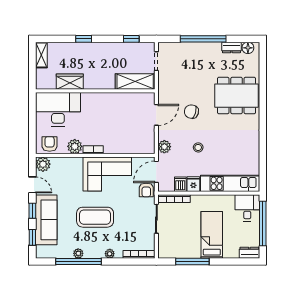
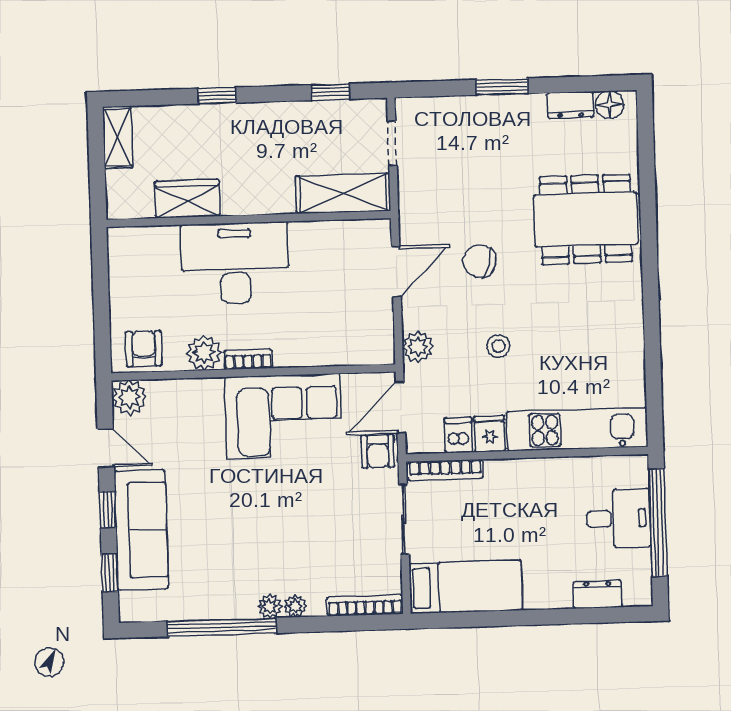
window: (203, 39) -> (502, 87), width x0.47
desk: (58, 109) -> (235, 263), moved
desk: (247, 208) -> (619, 518), moved, turned 90
coffee table: (95, 217) -> (258, 520), removed
bed: (212, 235) -> (466, 587), moved, turned 90
plant: (78, 253) -> (270, 606), moved
dresser: (249, 253) -> (598, 594), moved
window: (192, 262) -> (493, 619), removed

